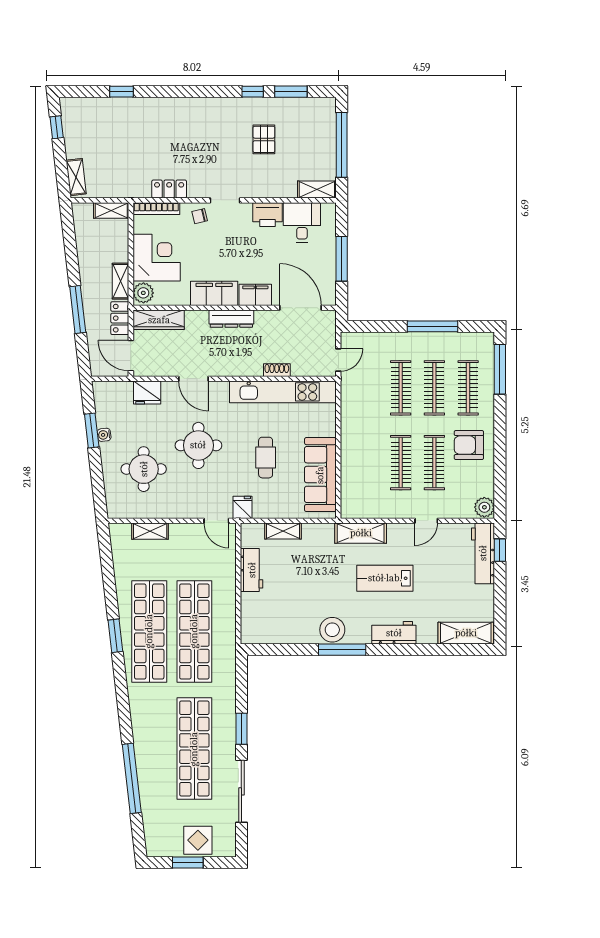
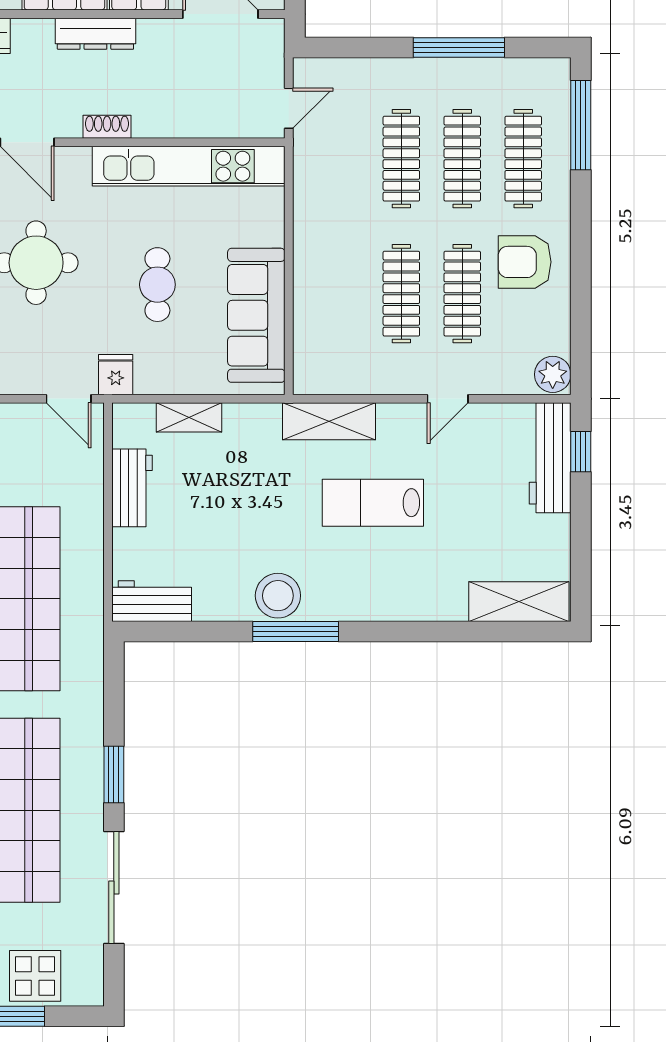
shoe rack: (277, 370) -> (107, 127), moved
workbench: (394, 633) -> (152, 601), moved

